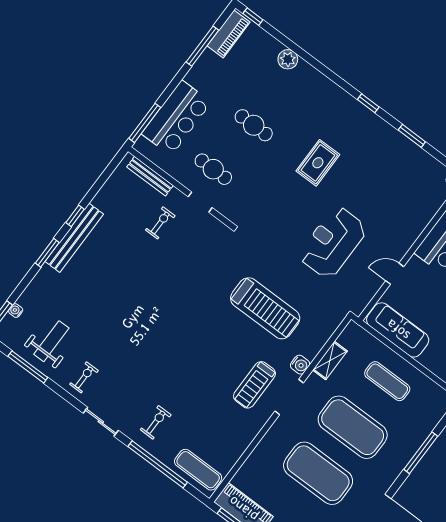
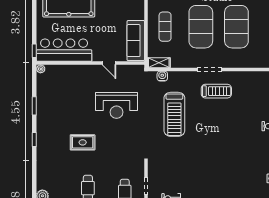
treadmill: (265, 308) -> (174, 114), turned 180
shelving: (330, 360) -> (159, 63), moved
water cooler: (300, 365) -> (162, 76), moved

